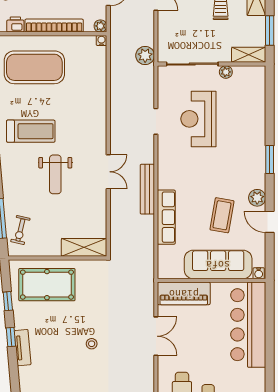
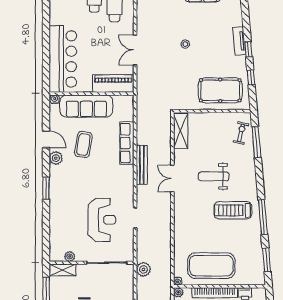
exercise mat: (34, 67) -> (211, 266), moved
plant: (226, 72) -> (70, 257), moved
weight bench: (55, 174) -> (214, 176), turned -90
shelving: (84, 247) -> (181, 131), moved, turned 90

